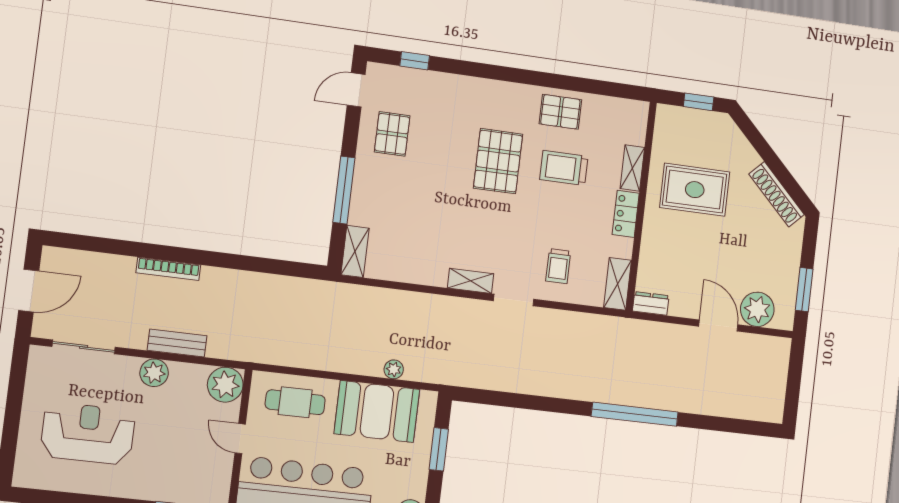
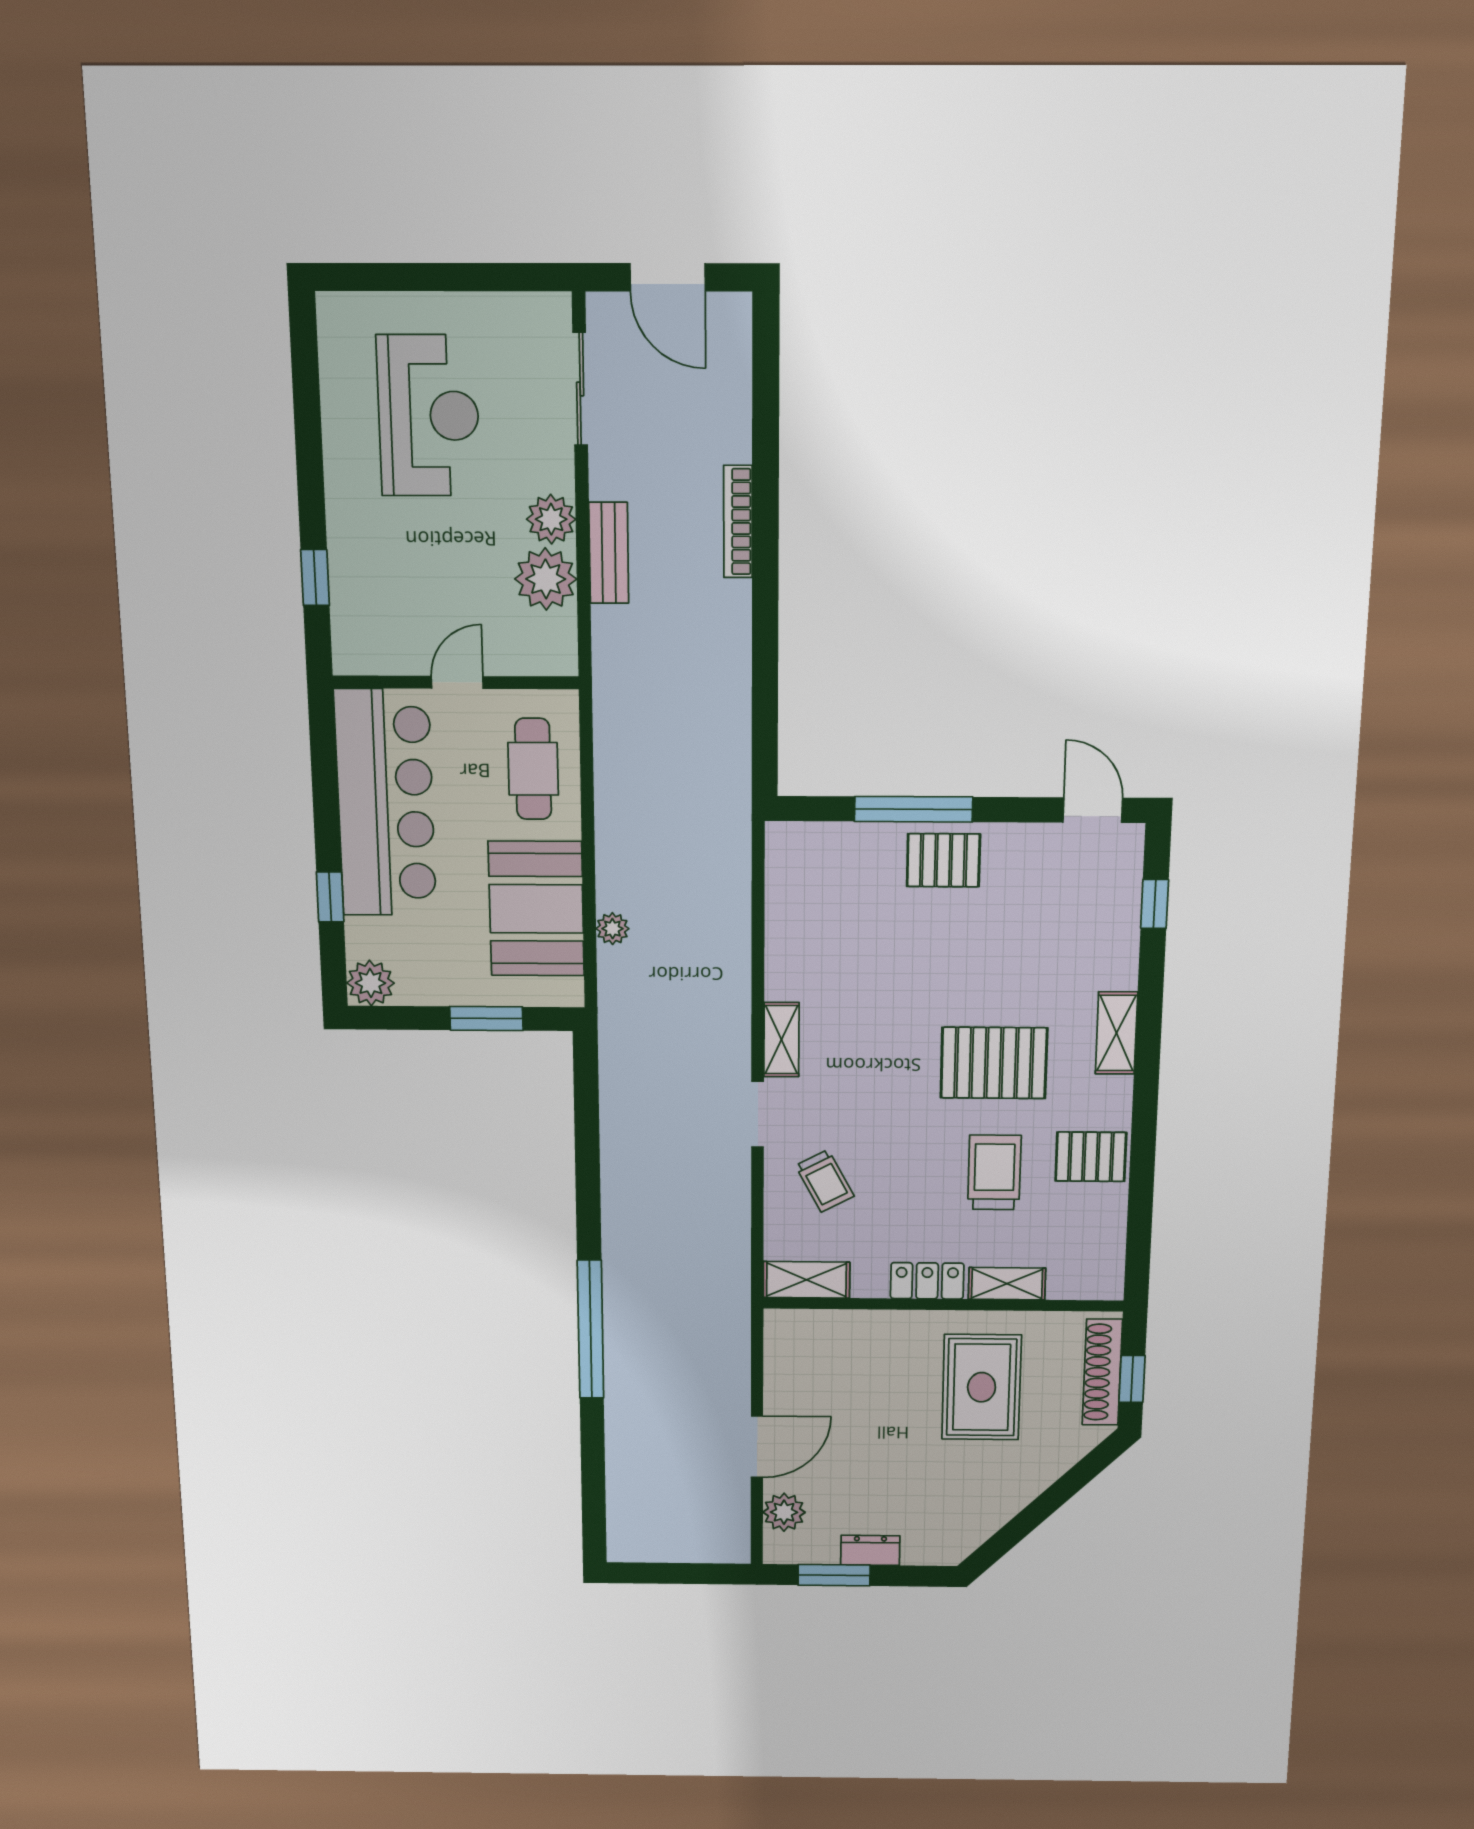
pallet: (560, 112) -> (1091, 1157), turned 90
pallet: (392, 134) -> (943, 860), moved
shoe rack: (777, 194) -> (1102, 1372), moved, turned -45
shelving: (355, 251) -> (1116, 1033), moved, turned 90
trolley: (558, 266) -> (825, 1181), turned -118
dresser: (651, 303) -> (870, 1550), moved, turned -90
plant: (757, 309) -> (784, 1512), width x0.73, depth x0.73
plant: (225, 385) -> (546, 579), moved

